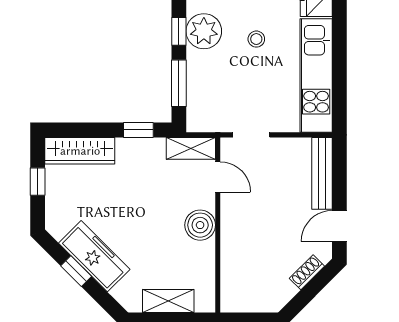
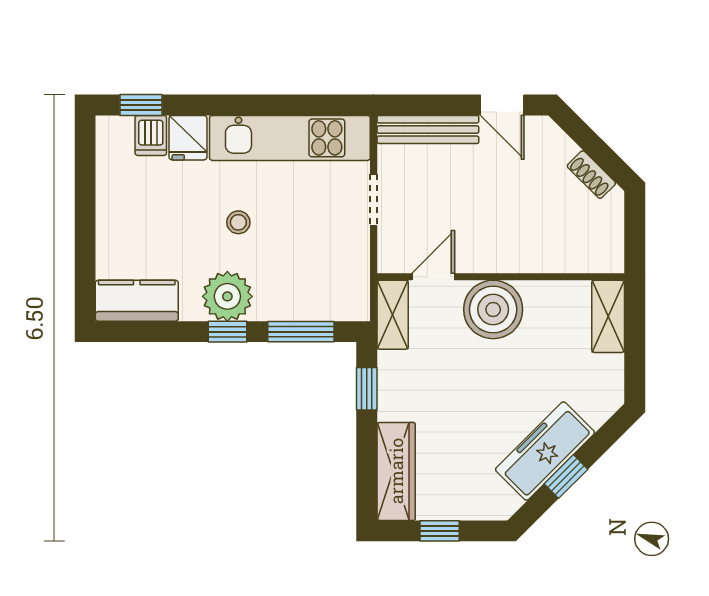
doorway: (251, 135) -> (374, 200), moved
boiler: (200, 225) -> (493, 309), width x1.37, depth x1.37
shoe rack: (307, 272) -> (591, 175), moved
shelving: (168, 301) -> (608, 316), moved

